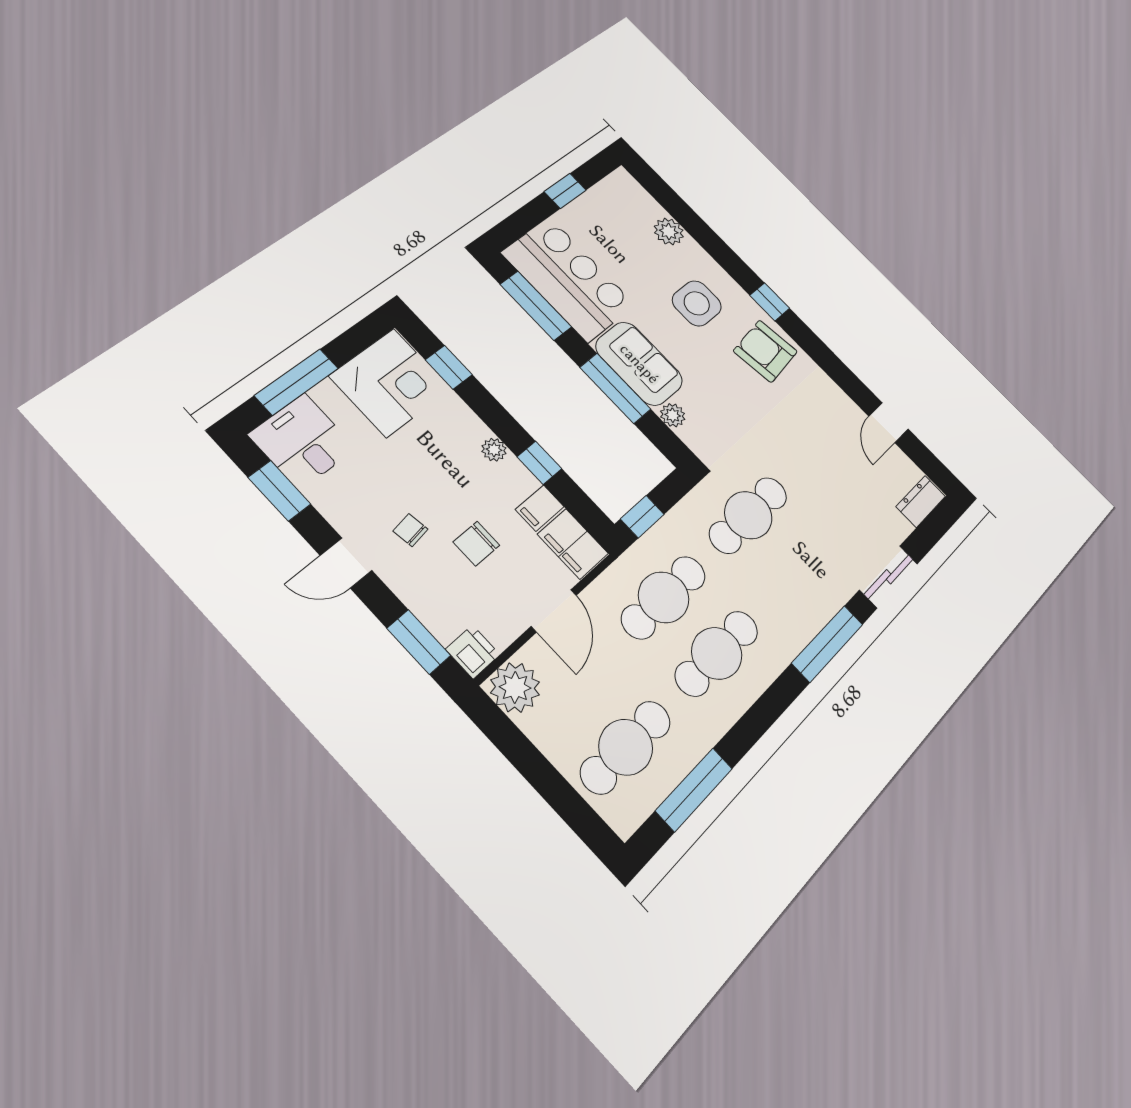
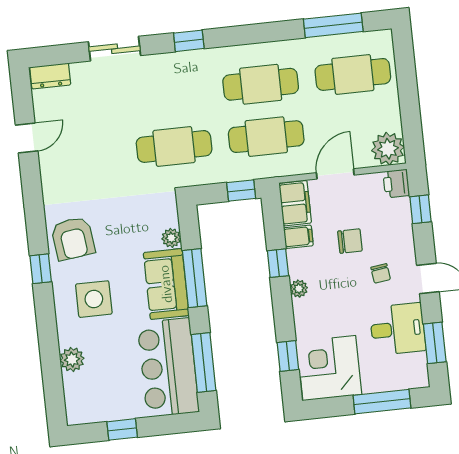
desk: (302, 441) -> (398, 329), moved, turned -90
window: (419, 642) -> (420, 209), width x0.67
window: (827, 644) -> (189, 41), width x0.46

